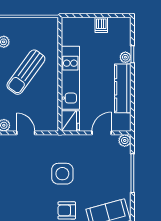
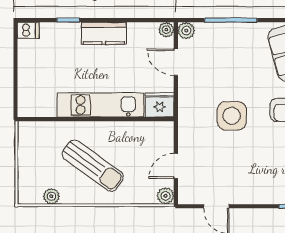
dishwasher: (101, 25) -> (28, 30), moved
plant: (125, 57) -> (166, 30), moved
kitchen counter: (123, 88) -> (104, 33), width x0.67

